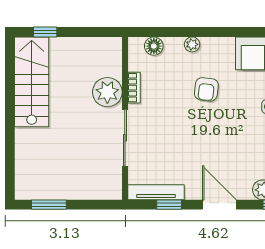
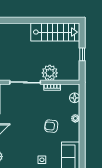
window: (45, 32) -> (82, 54), moved

